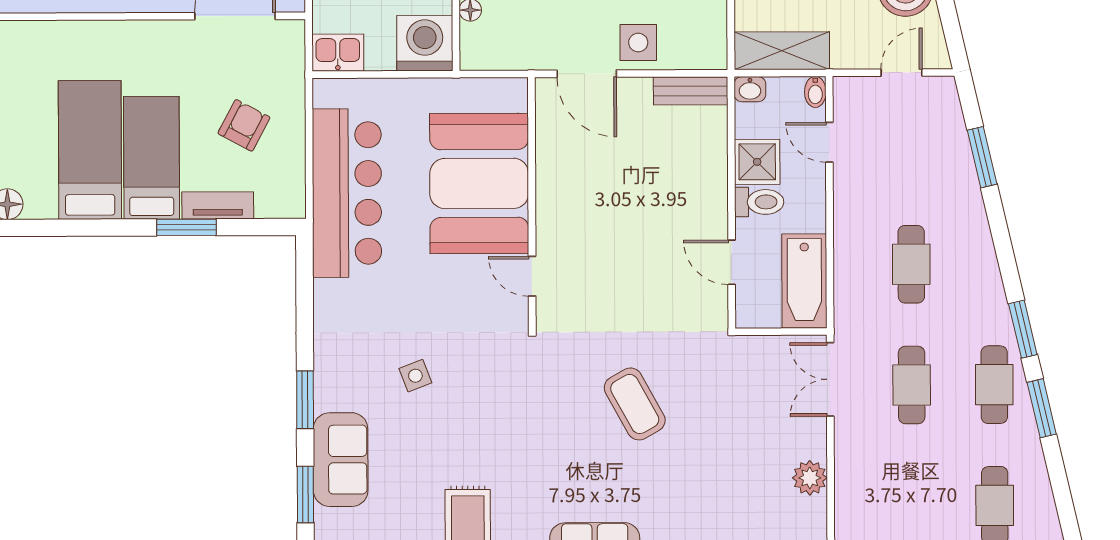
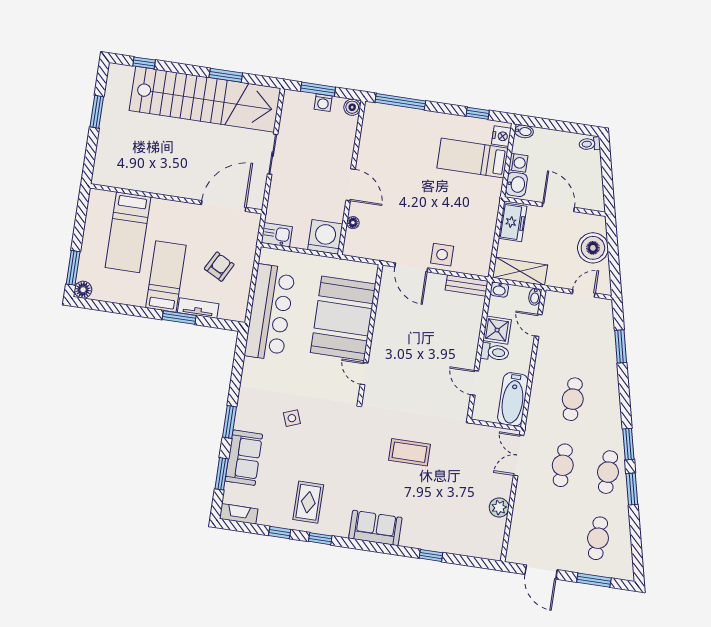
bed: (90, 150) -> (128, 232), moved, turned 180
coffee table: (635, 404) -> (410, 452), turned -61

